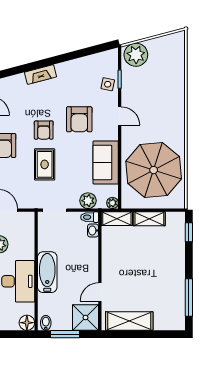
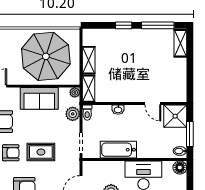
washbasin: (93, 231) -> (118, 110), moved
window: (189, 232) -> (124, 25), moved
bathtub: (47, 272) -> (118, 150), moved
shelving: (129, 321) -> (180, 43), moved, width x0.67, depth x0.75

